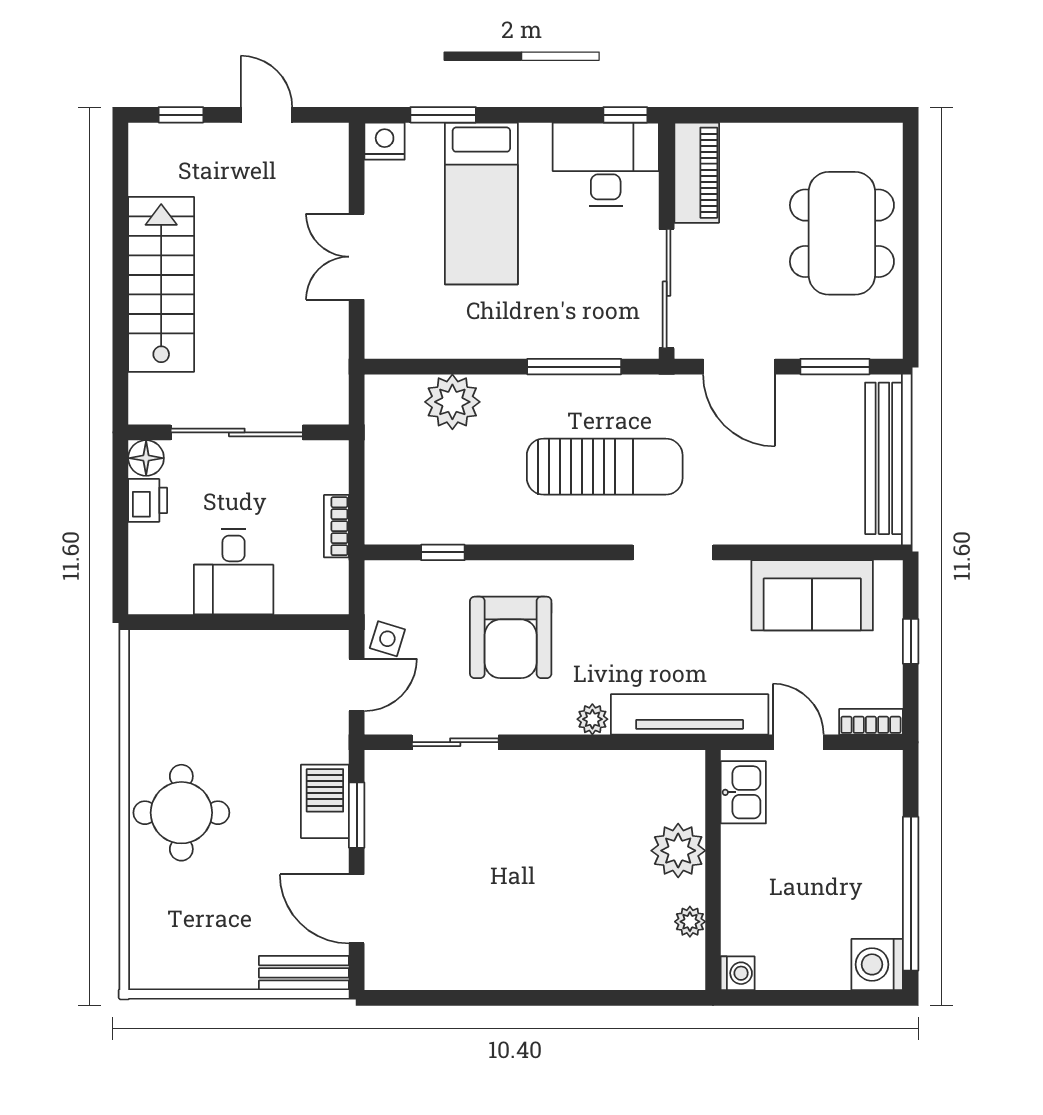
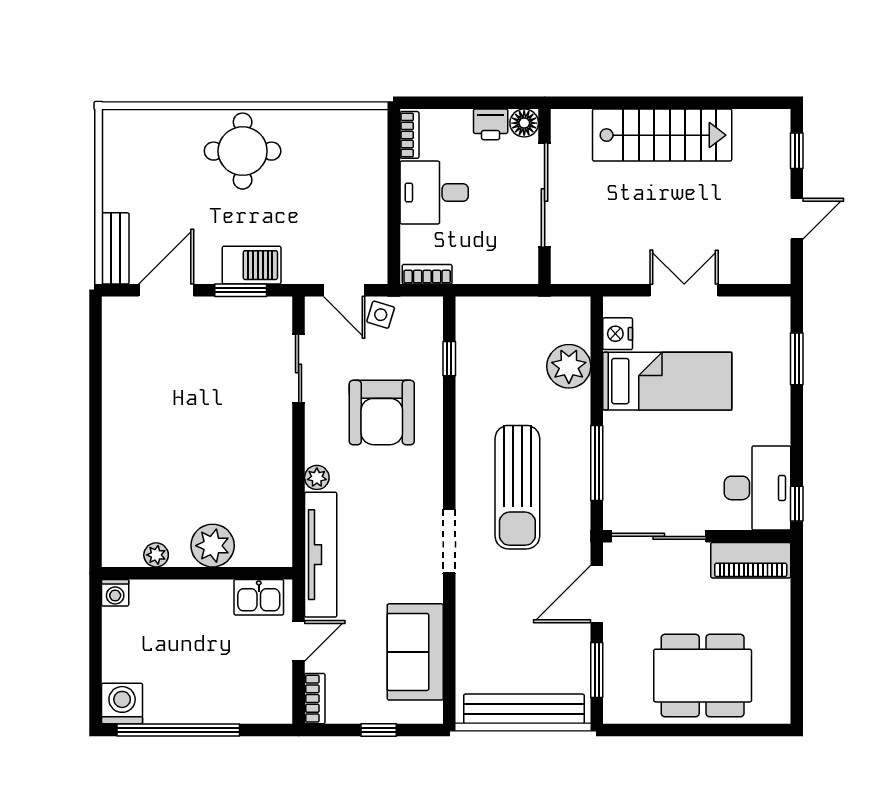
nightstand: (385, 141) -> (618, 334), moved, turned 180
bed: (481, 204) -> (667, 381), moved, turned 180
bookcase: (336, 526) -> (427, 274), moved
bookcase: (161, 603) -> (409, 135), added
armchair: (511, 637) -> (382, 413), turned -90

